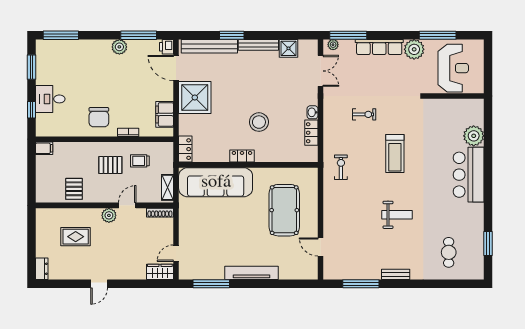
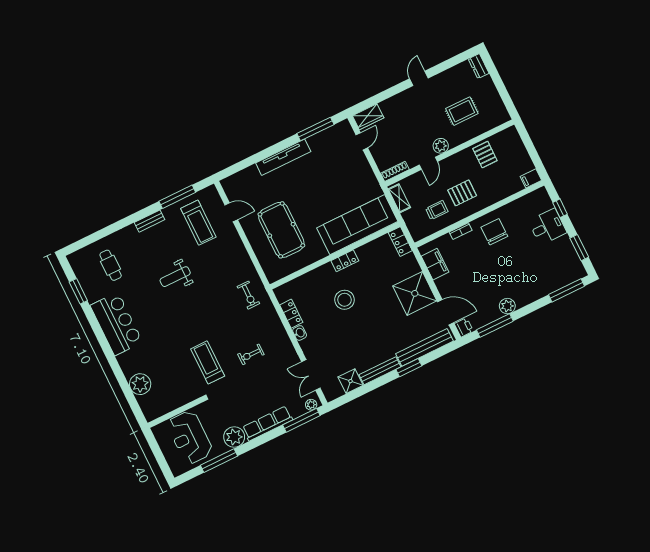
treadmill: (395, 153) -> (208, 362), moved
bar counter: (469, 175) -> (116, 324), moved
treadmill: (354, 252) -> (198, 223), added

